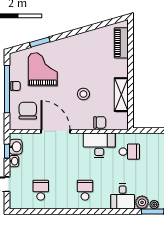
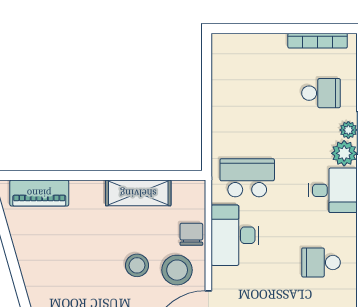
stool: (81, 115) -> (177, 270), added
school desk: (129, 152) -> (247, 178), width x1.85

